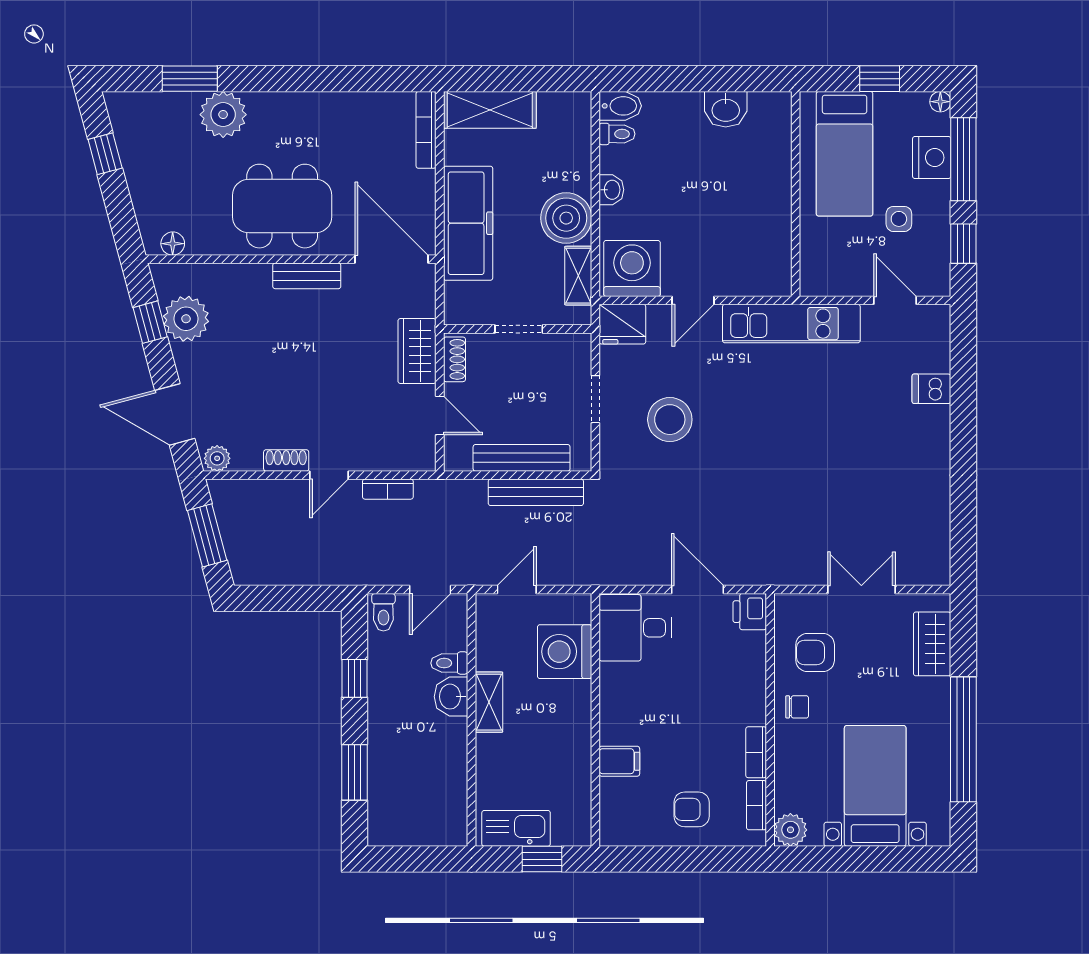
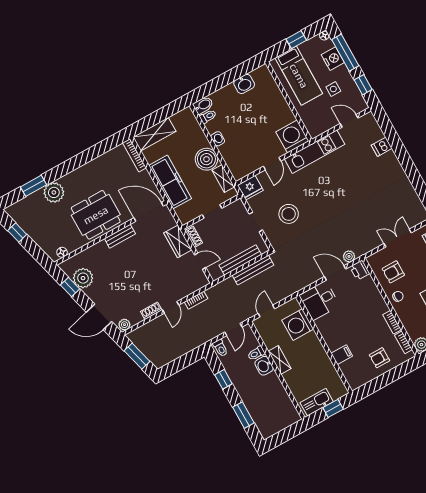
washing machine: (632, 268) -> (292, 137), moved
plant: (744, 572) -> (349, 256), added

